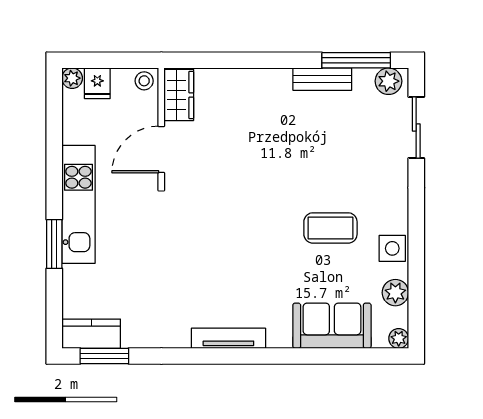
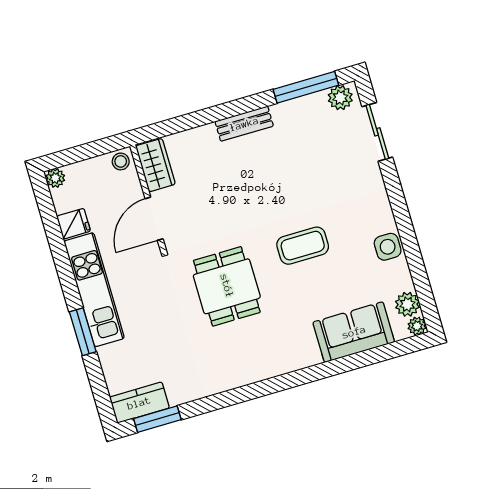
bench: (322, 79) -> (244, 124), moved
fridge: (97, 83) -> (74, 224), moved, turned -90
coffee table: (330, 228) -> (303, 246), moved
dining table: (216, 241) -> (227, 286), added
plant: (395, 293) -> (407, 304), moved
tv unit: (228, 338) -> (264, 371), removed

